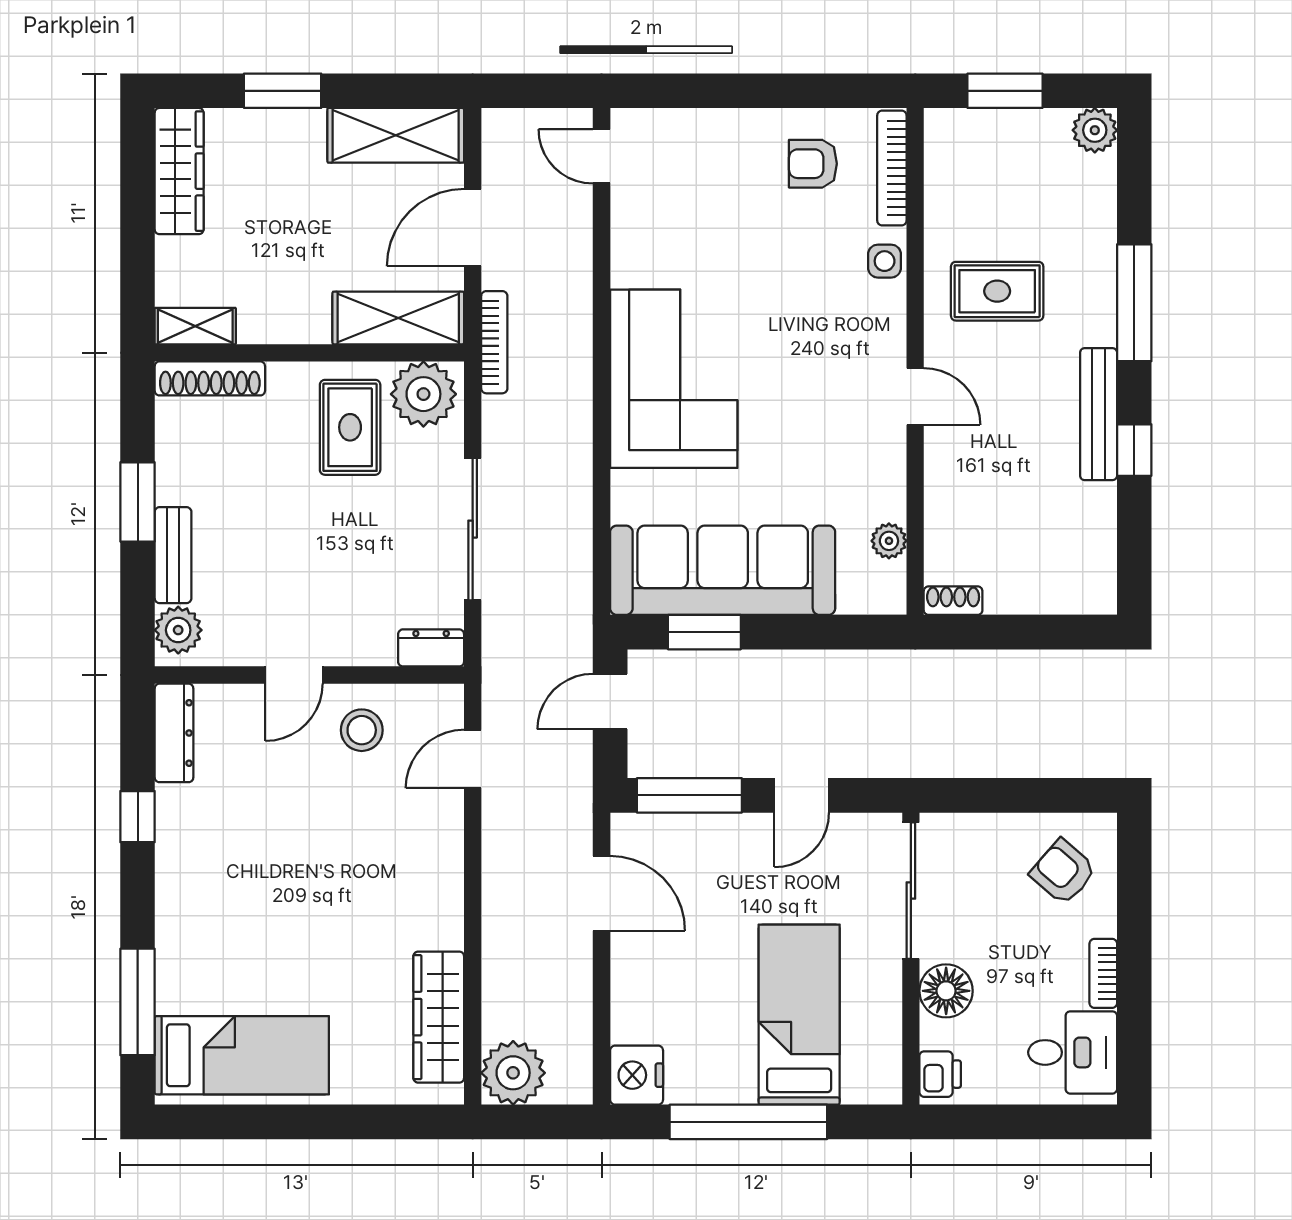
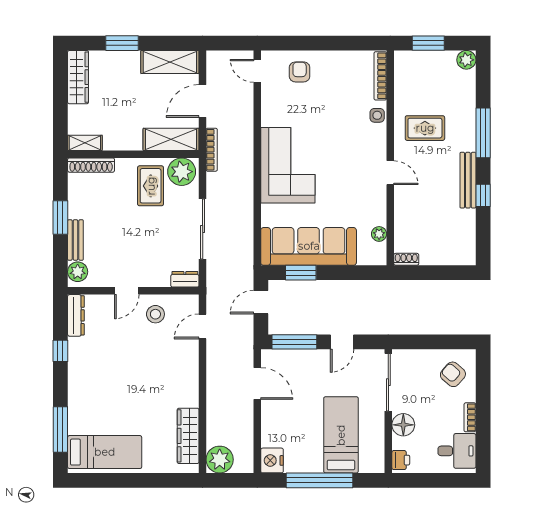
armchair: (813, 164) -> (300, 72), moved, turned 90

